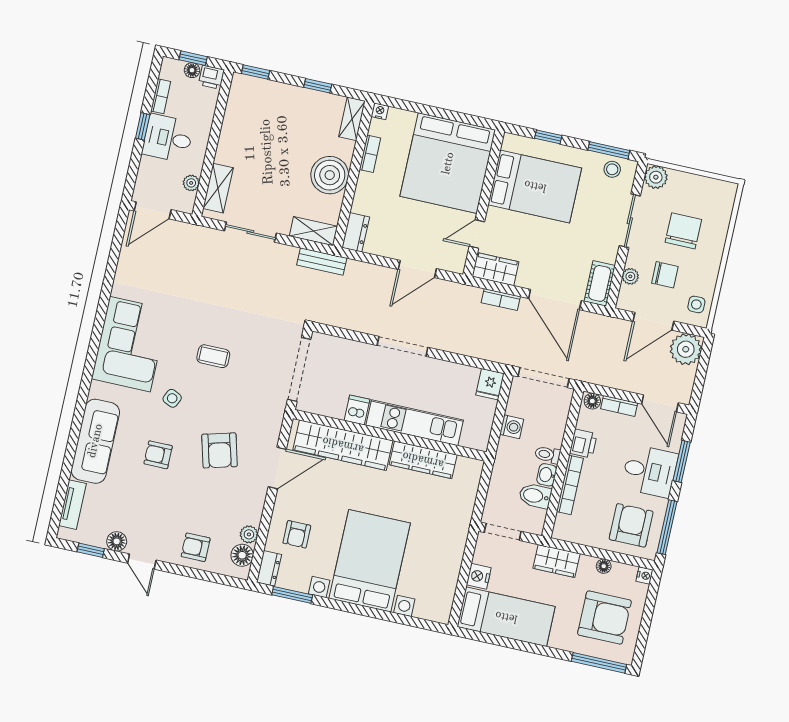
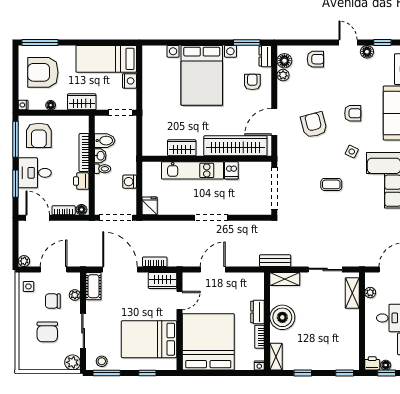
dresser: (356, 232) -> (257, 312), moved
plant: (686, 349) -> (24, 261), width x0.53, depth x0.53
wardrobe: (423, 460) -> (182, 148), width x0.67

